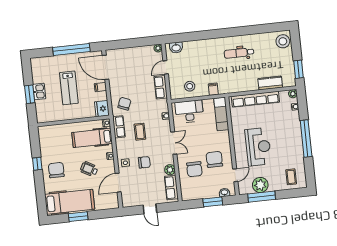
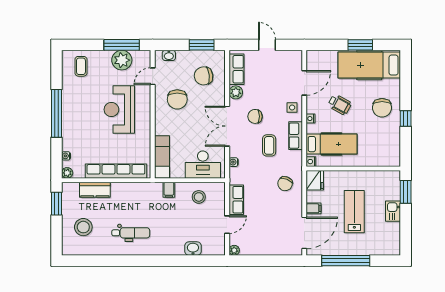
stool: (283, 41) -> (83, 227), moved
washbasin: (176, 48) -> (193, 249), moved
door: (106, 67) -> (304, 233), hinge flipped
window: (30, 94) -> (406, 192), moved
row of seats: (119, 127) -> (296, 136), moved
double door: (174, 143) -> (227, 126), width x1.37
chair: (144, 162) -> (255, 116), moved
chair: (194, 169) -> (204, 76), moved, turned -97
window: (213, 202) -> (202, 45), moved

